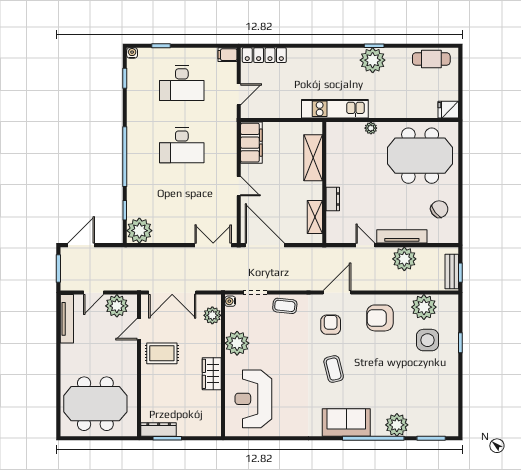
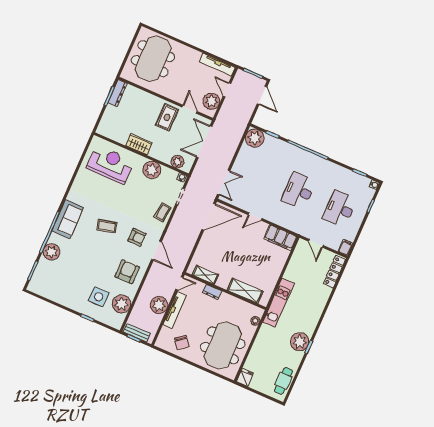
shelving: (313, 158) -> (245, 291), moved
wall: (324, 183) -> (225, 291), moved
dresser: (333, 199) -> (212, 292), moved
shelving: (315, 217) -> (205, 275), moved

